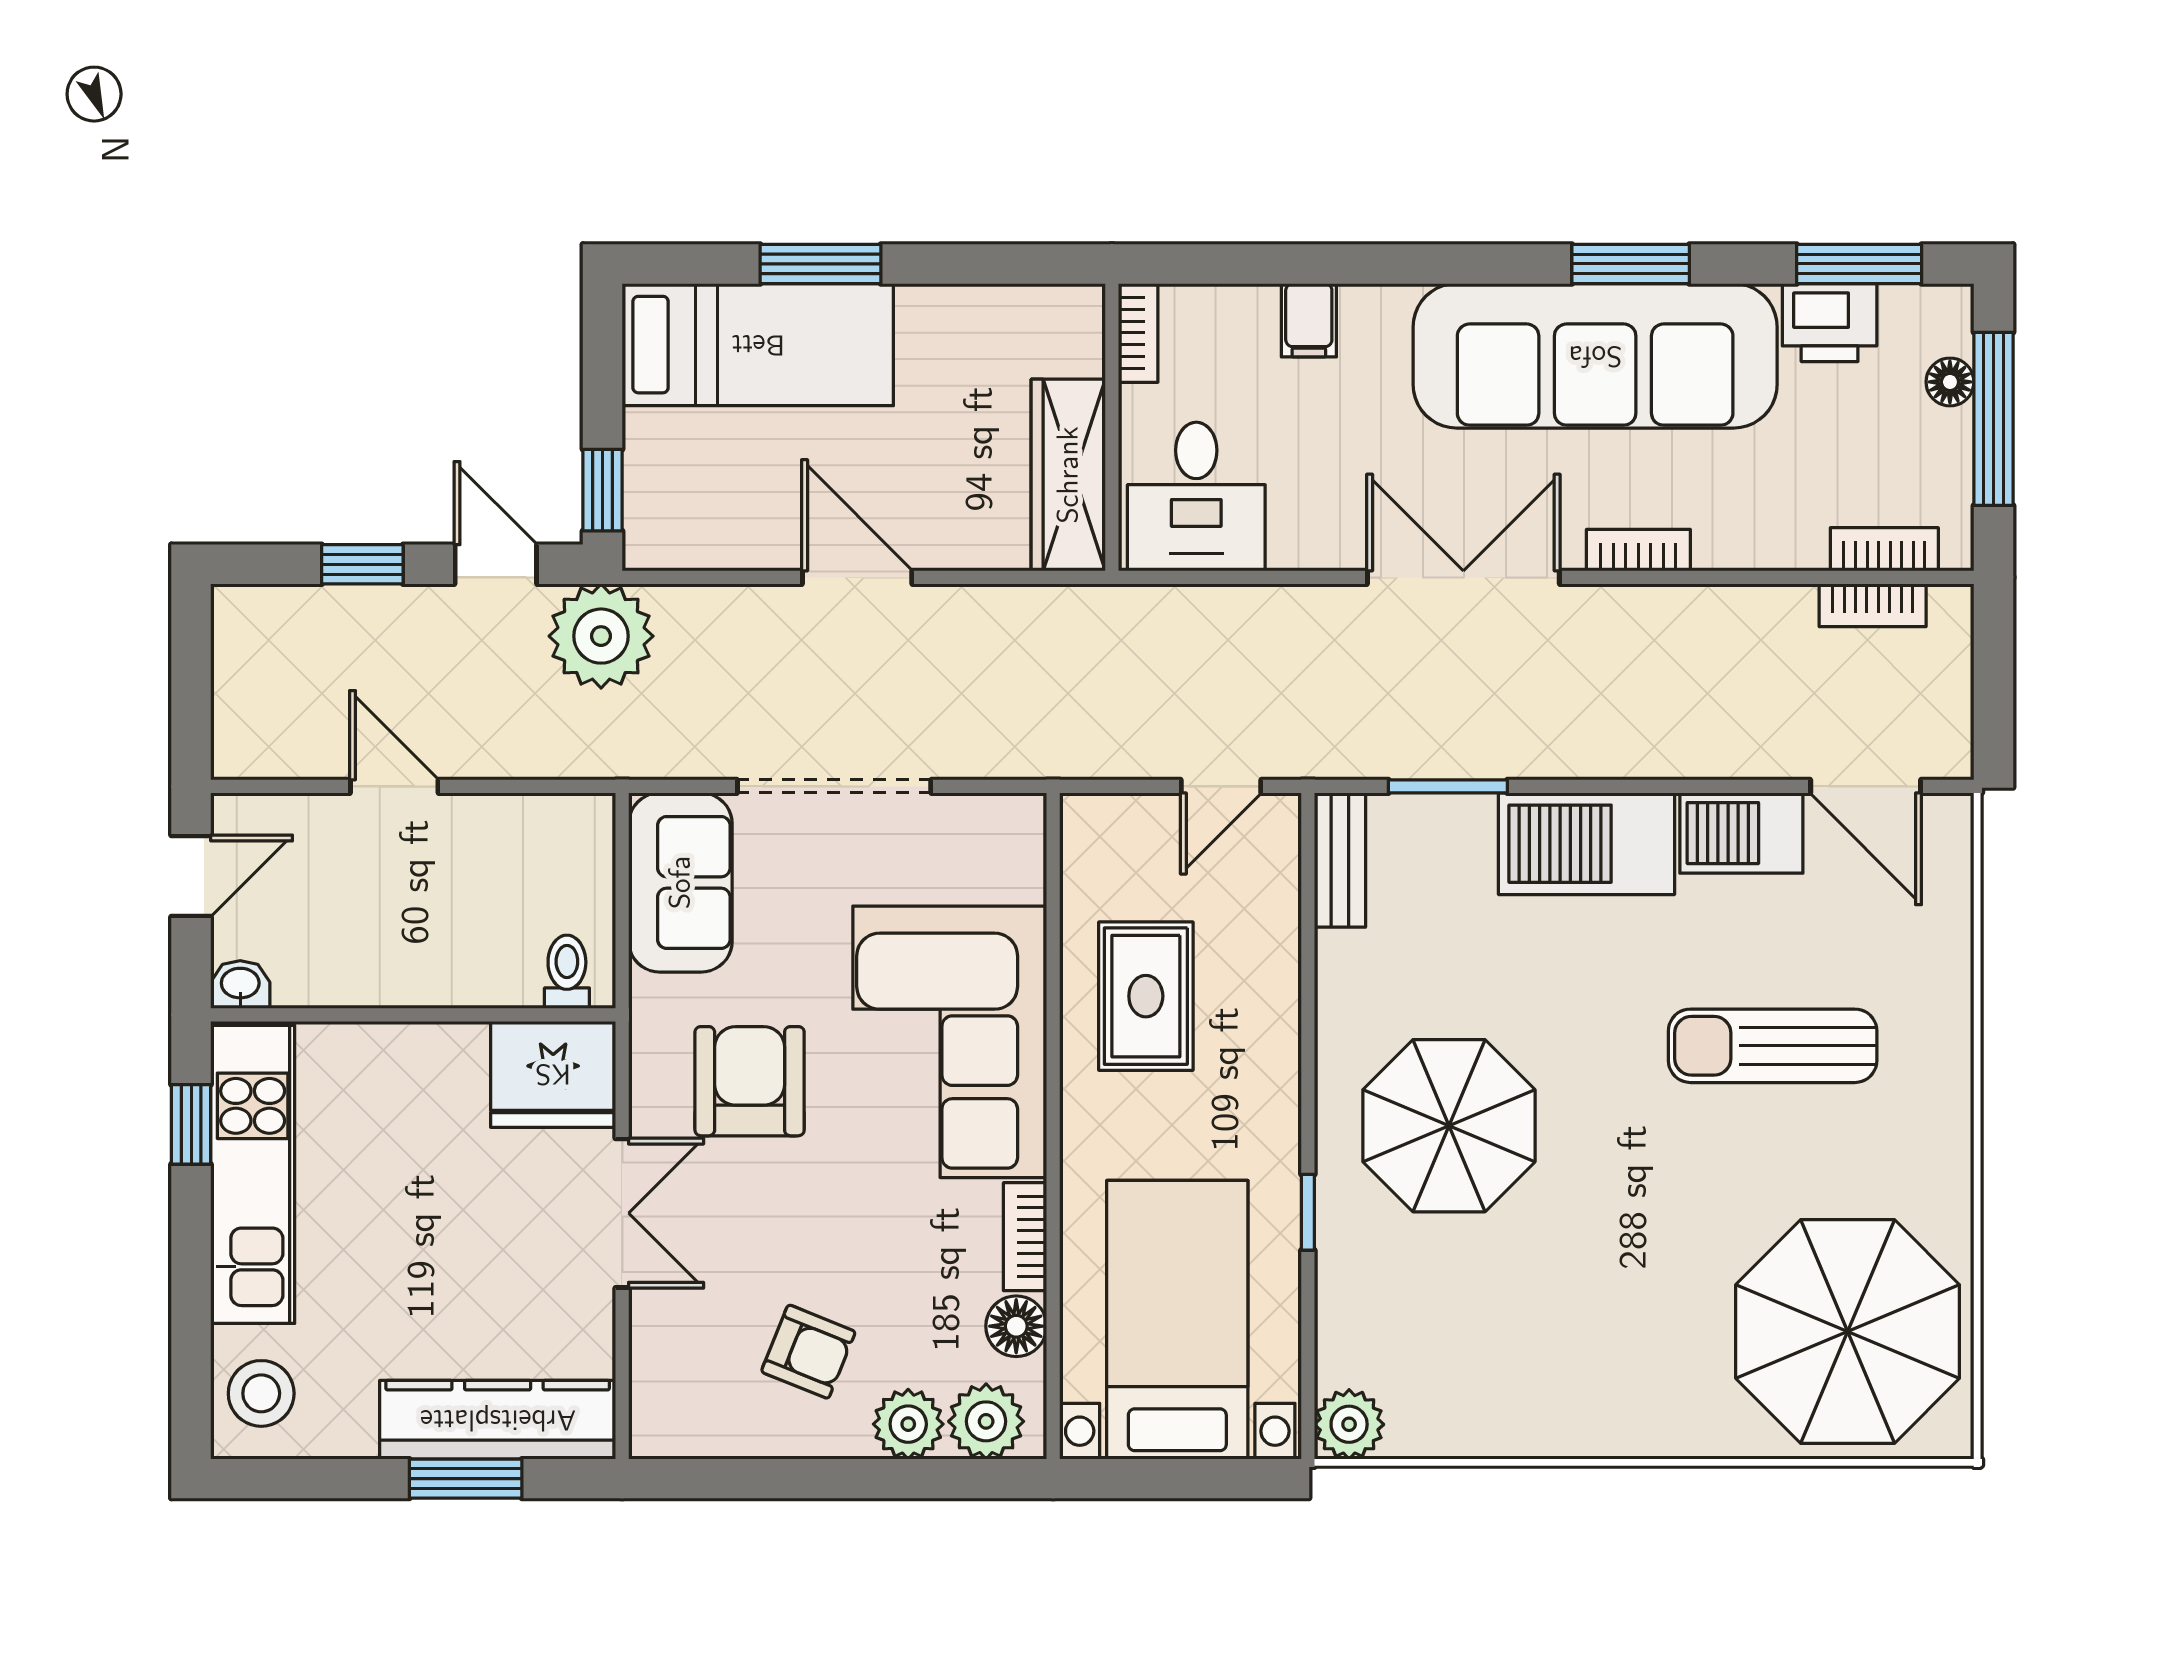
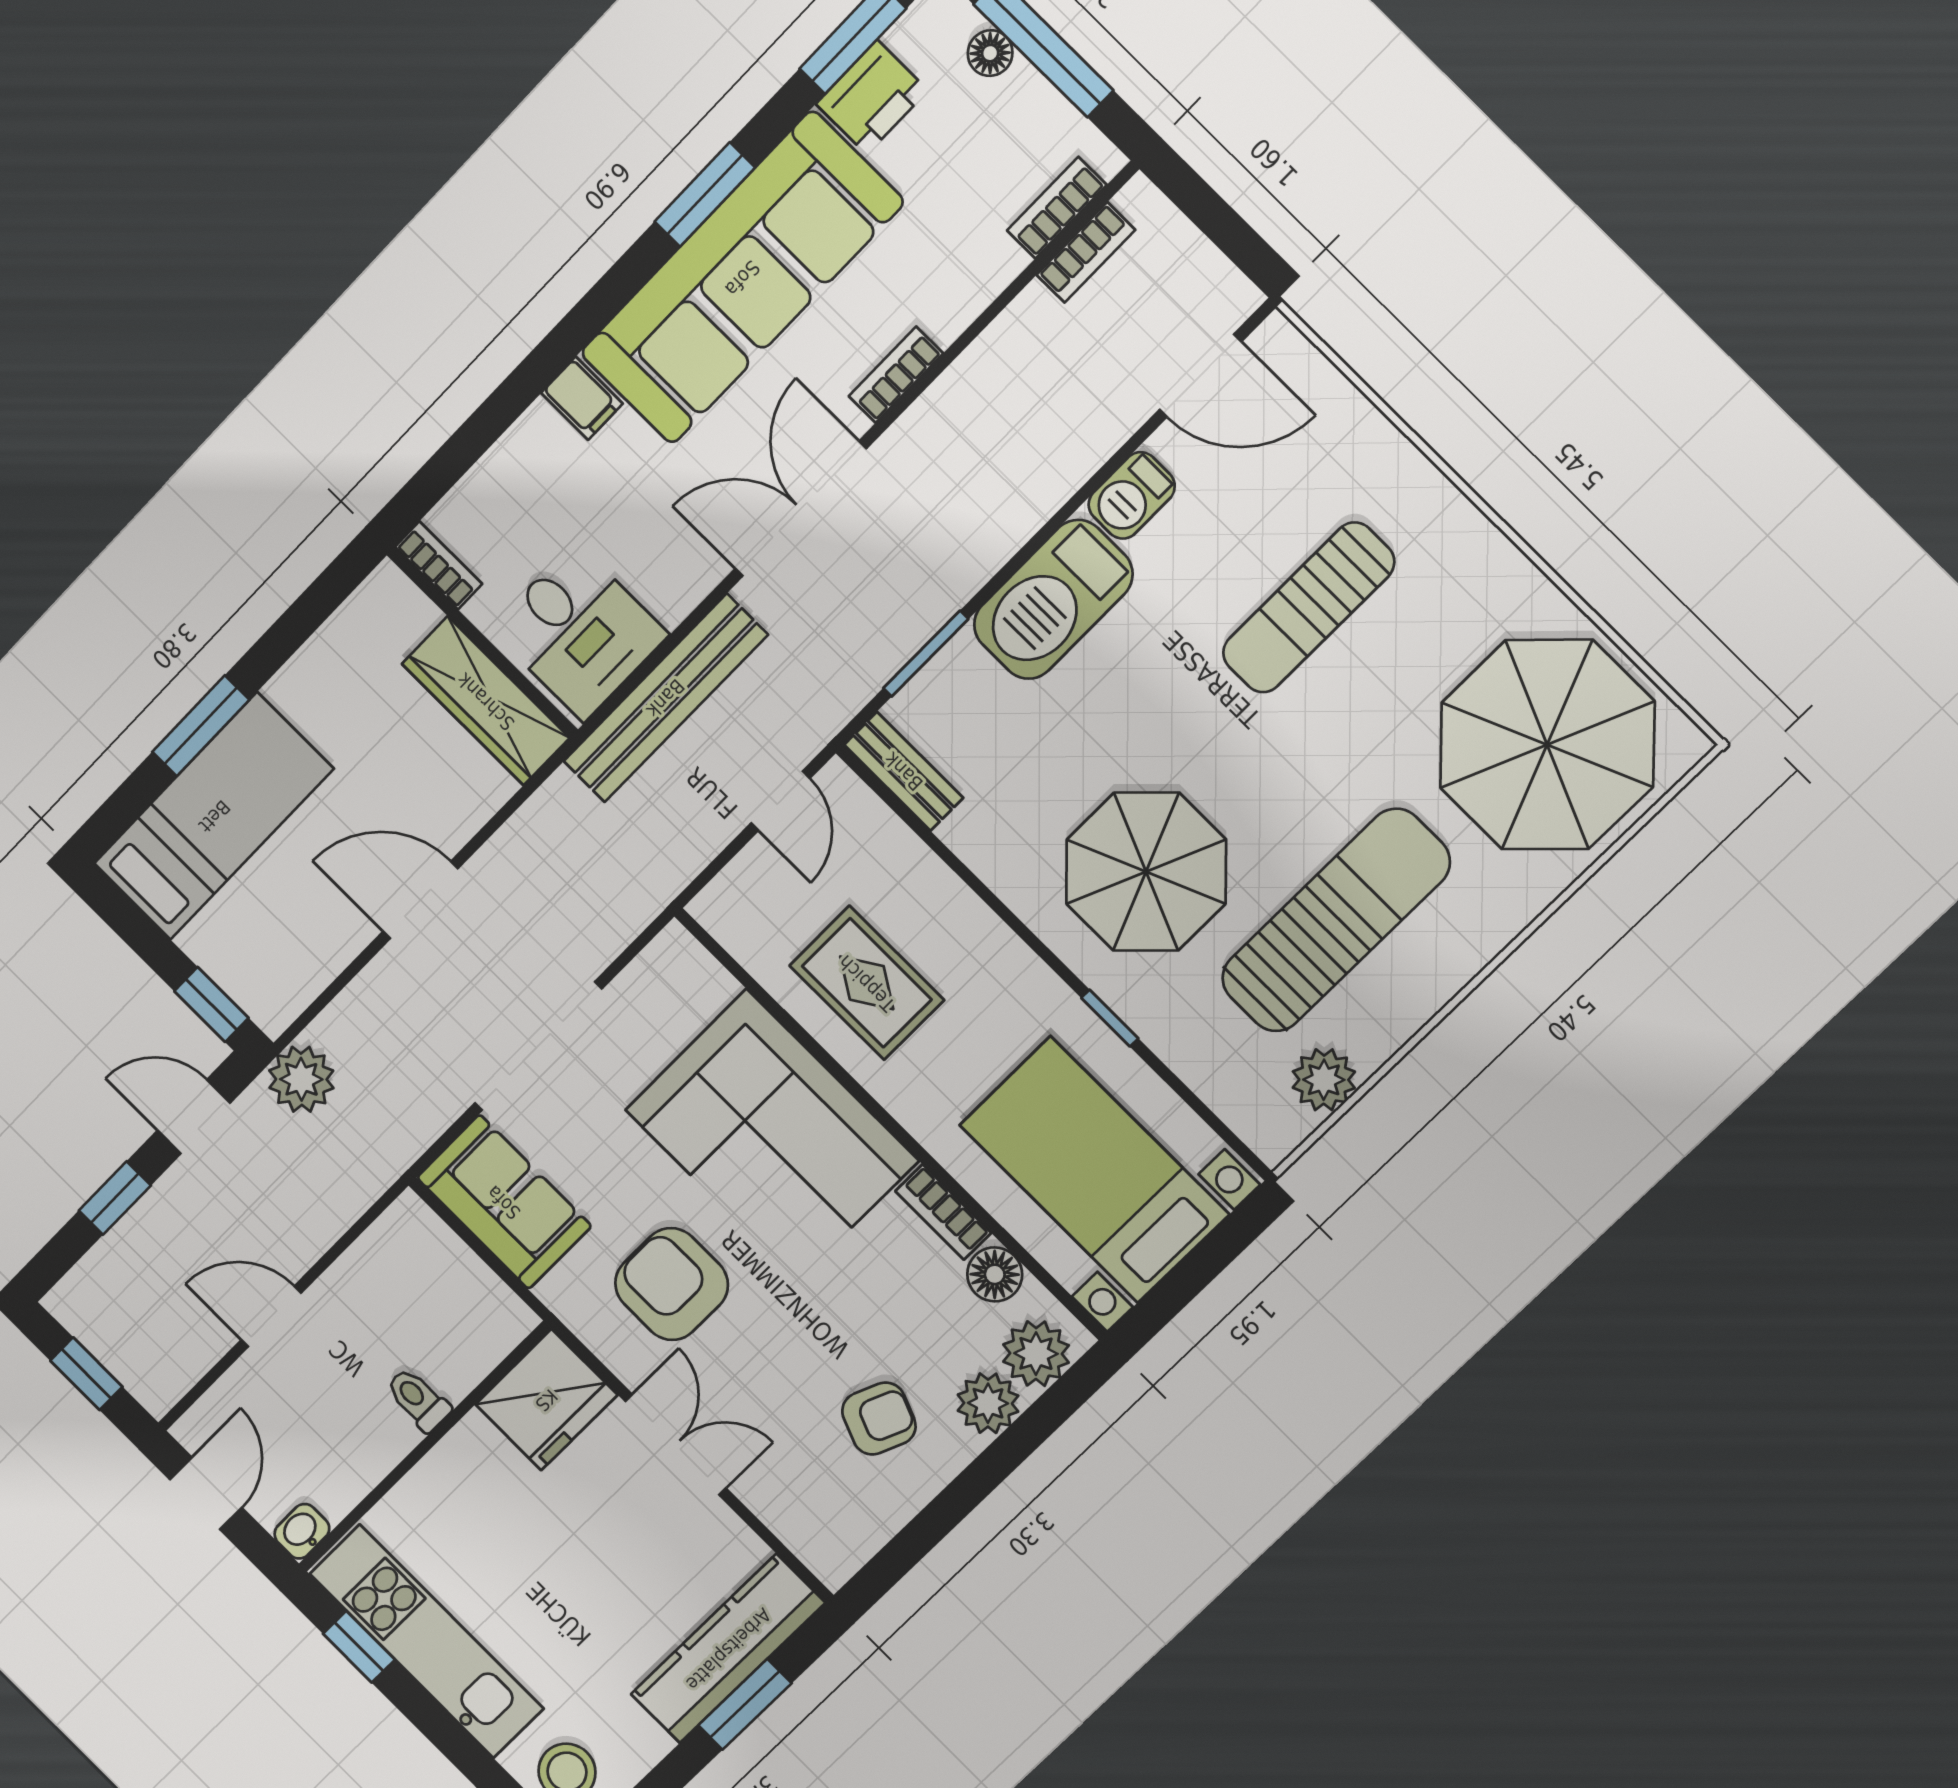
filing cabinet: (1309, 320) -> (582, 398), moved
bench: (1212, 616) -> (665, 698), added
plant: (601, 636) -> (301, 1079), width x0.73, depth x0.73
window: (191, 682) -> (86, 1374), added
barbecue: (1741, 833) -> (1132, 495), width x0.73, depth x0.79
toilet: (567, 972) -> (418, 1400), moved
sun lounger: (1556, 1308) -> (1336, 920), added
plant: (1349, 1424) -> (1324, 1080), moved

